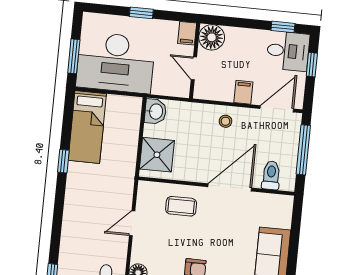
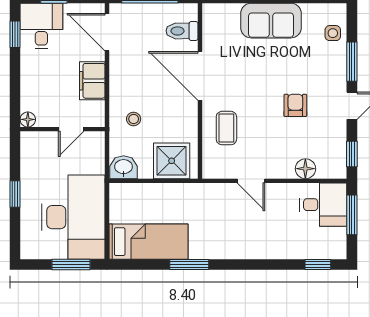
filing cabinet: (187, 33) -> (33, 141), removed
floor lamp: (212, 37) -> (28, 119), width x0.53, depth x0.53
filing cabinet: (243, 92) -> (92, 81), width x2.00
stool: (225, 121) -> (134, 119), moved
window: (63, 161) -> (189, 265), width x1.50

